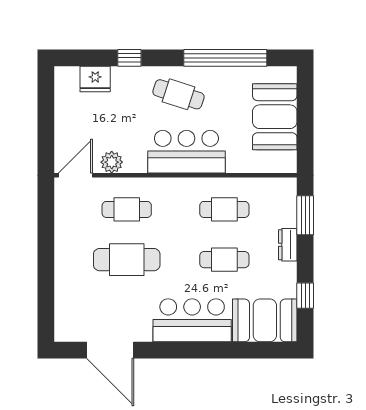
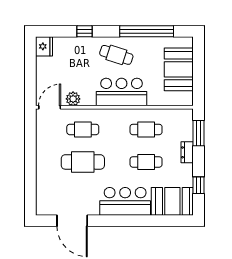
fridge: (95, 79) -> (44, 46), moved, turned -90

